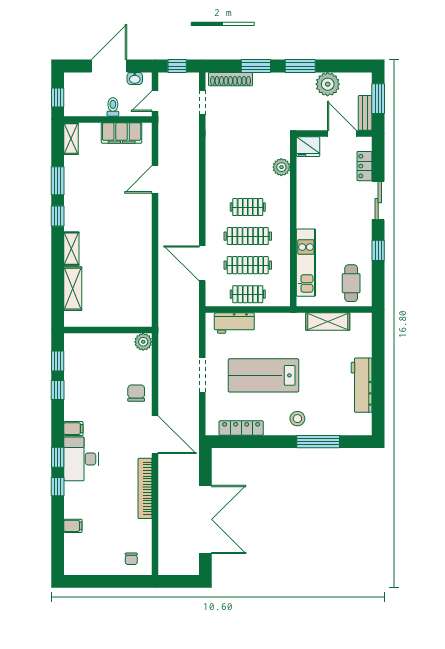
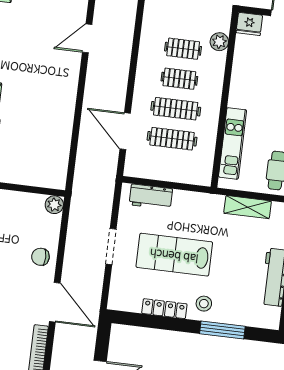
clothes rail: (248, 294) -> (183, 49), moved
chair: (136, 393) -> (40, 257), turned -90
locker: (241, 428) -> (164, 309), moved

